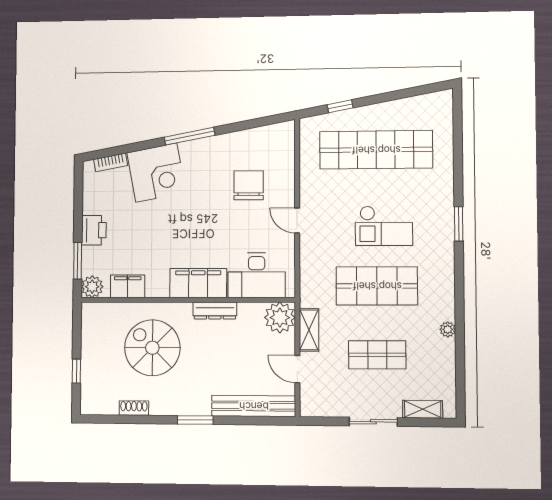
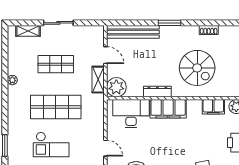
checkout: (384, 226) -> (51, 145), turned 180

